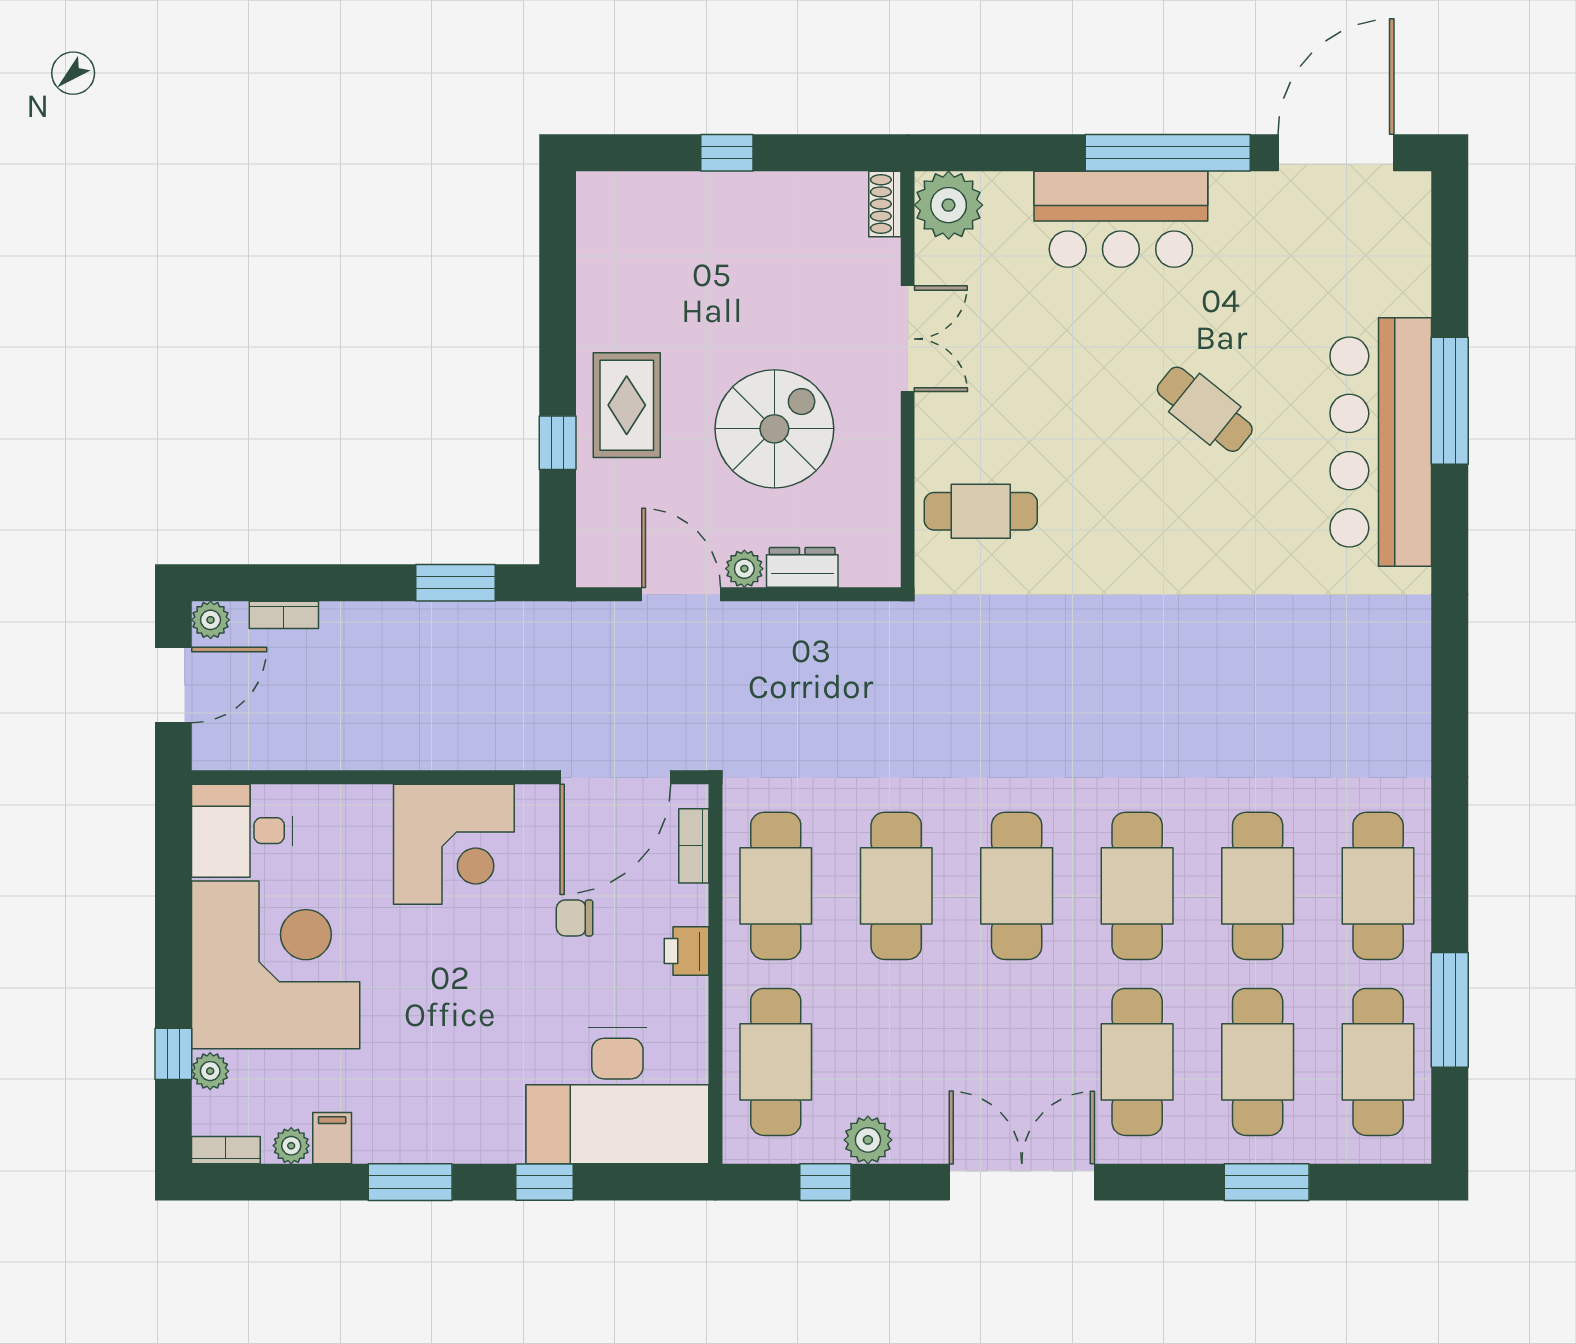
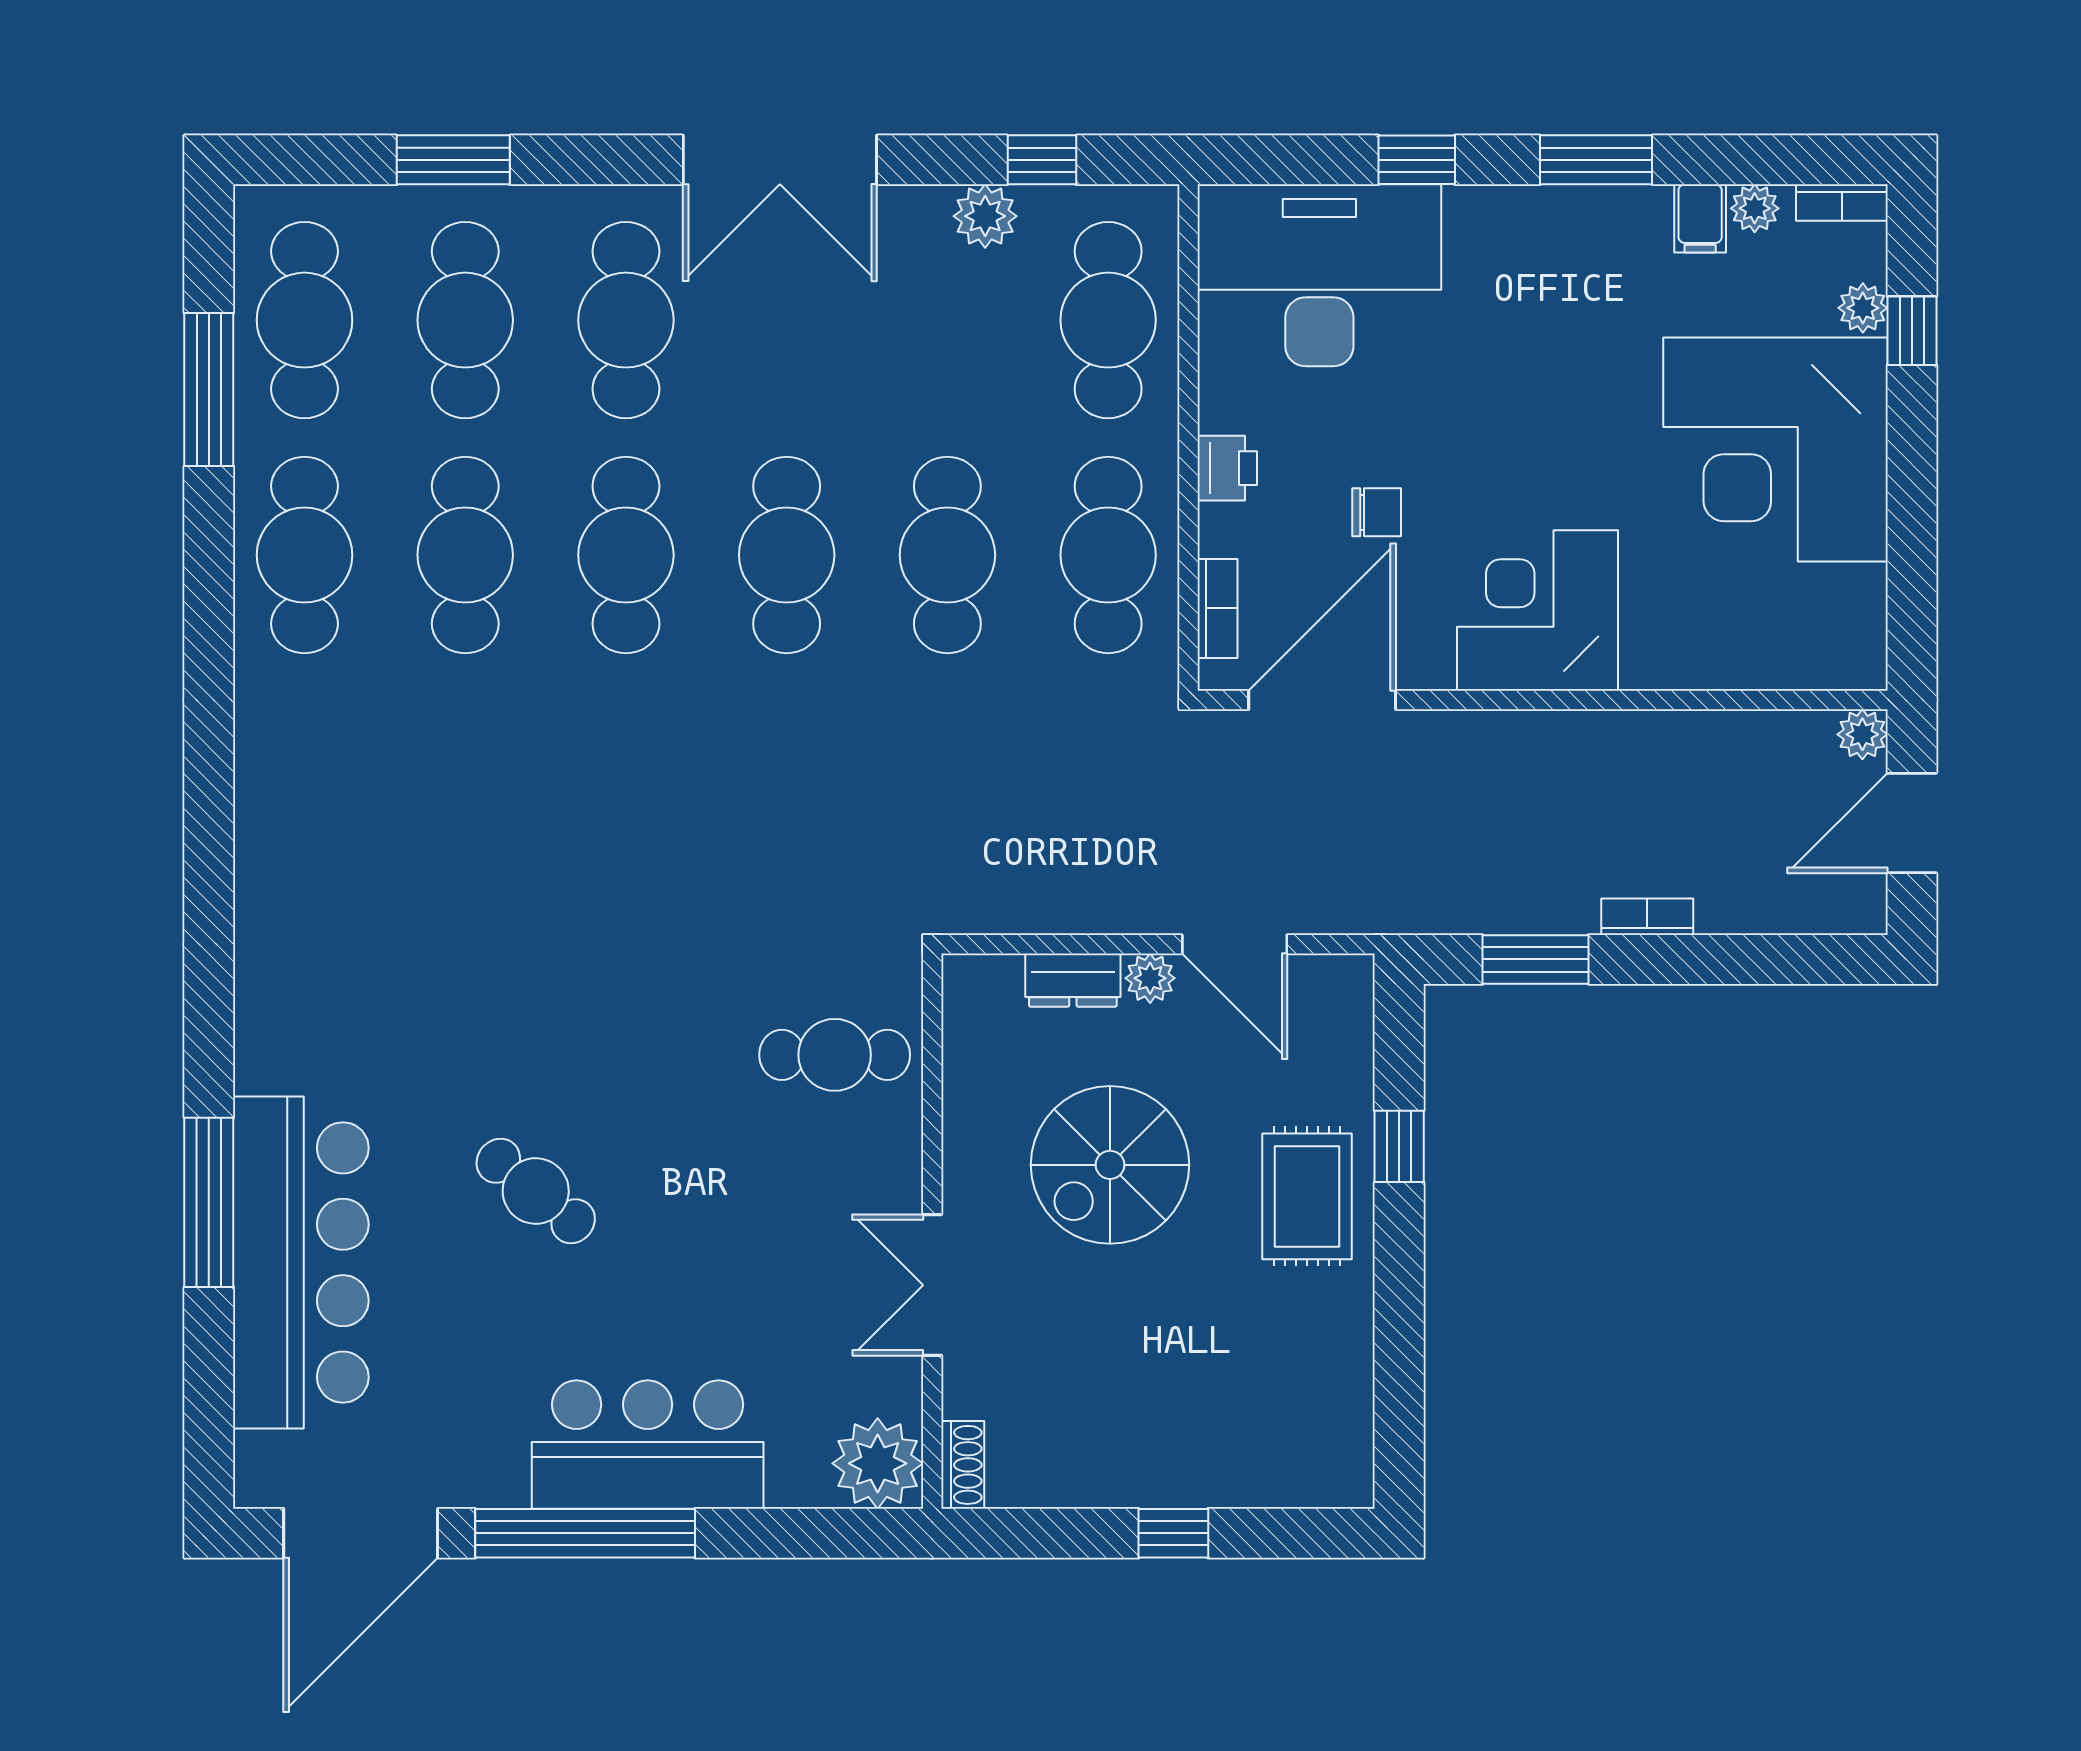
bar counter: (1381, 442) -> (301, 1262), moved
bookcase: (284, 615) -> (1647, 917), moved
plant: (211, 620) -> (1862, 734), moved
desk: (242, 831) -> (1820, 629), removed

